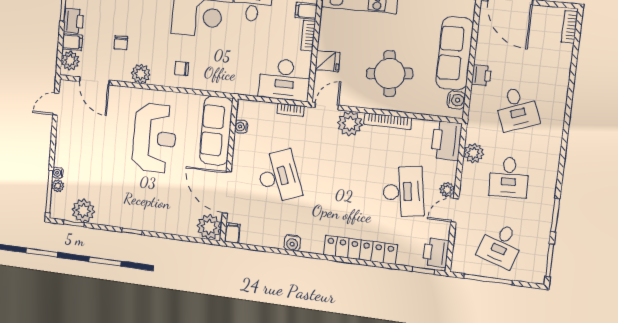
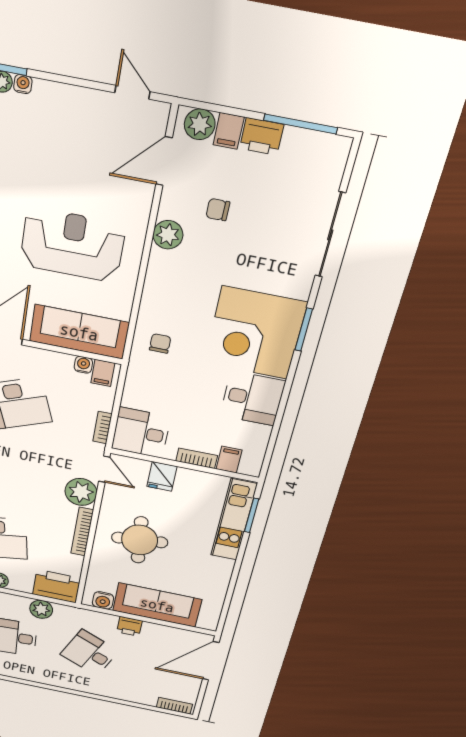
chair: (182, 69) -> (160, 343), moved
desk: (285, 80) -> (141, 433), width x0.73
desk: (517, 109) -> (90, 653), turned 45
filing cabinet: (246, 112) -> (103, 373), added
reception desk: (154, 138) -> (72, 245), turned 180

